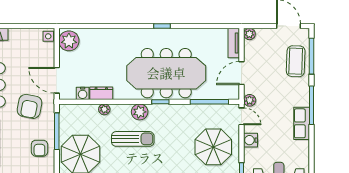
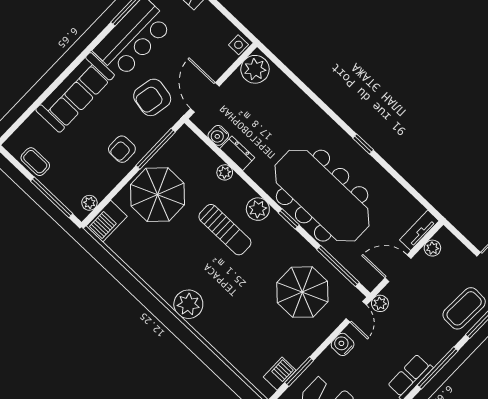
plant: (249, 34) -> (432, 248), moved
parasol: (213, 147) -> (302, 292), moved

